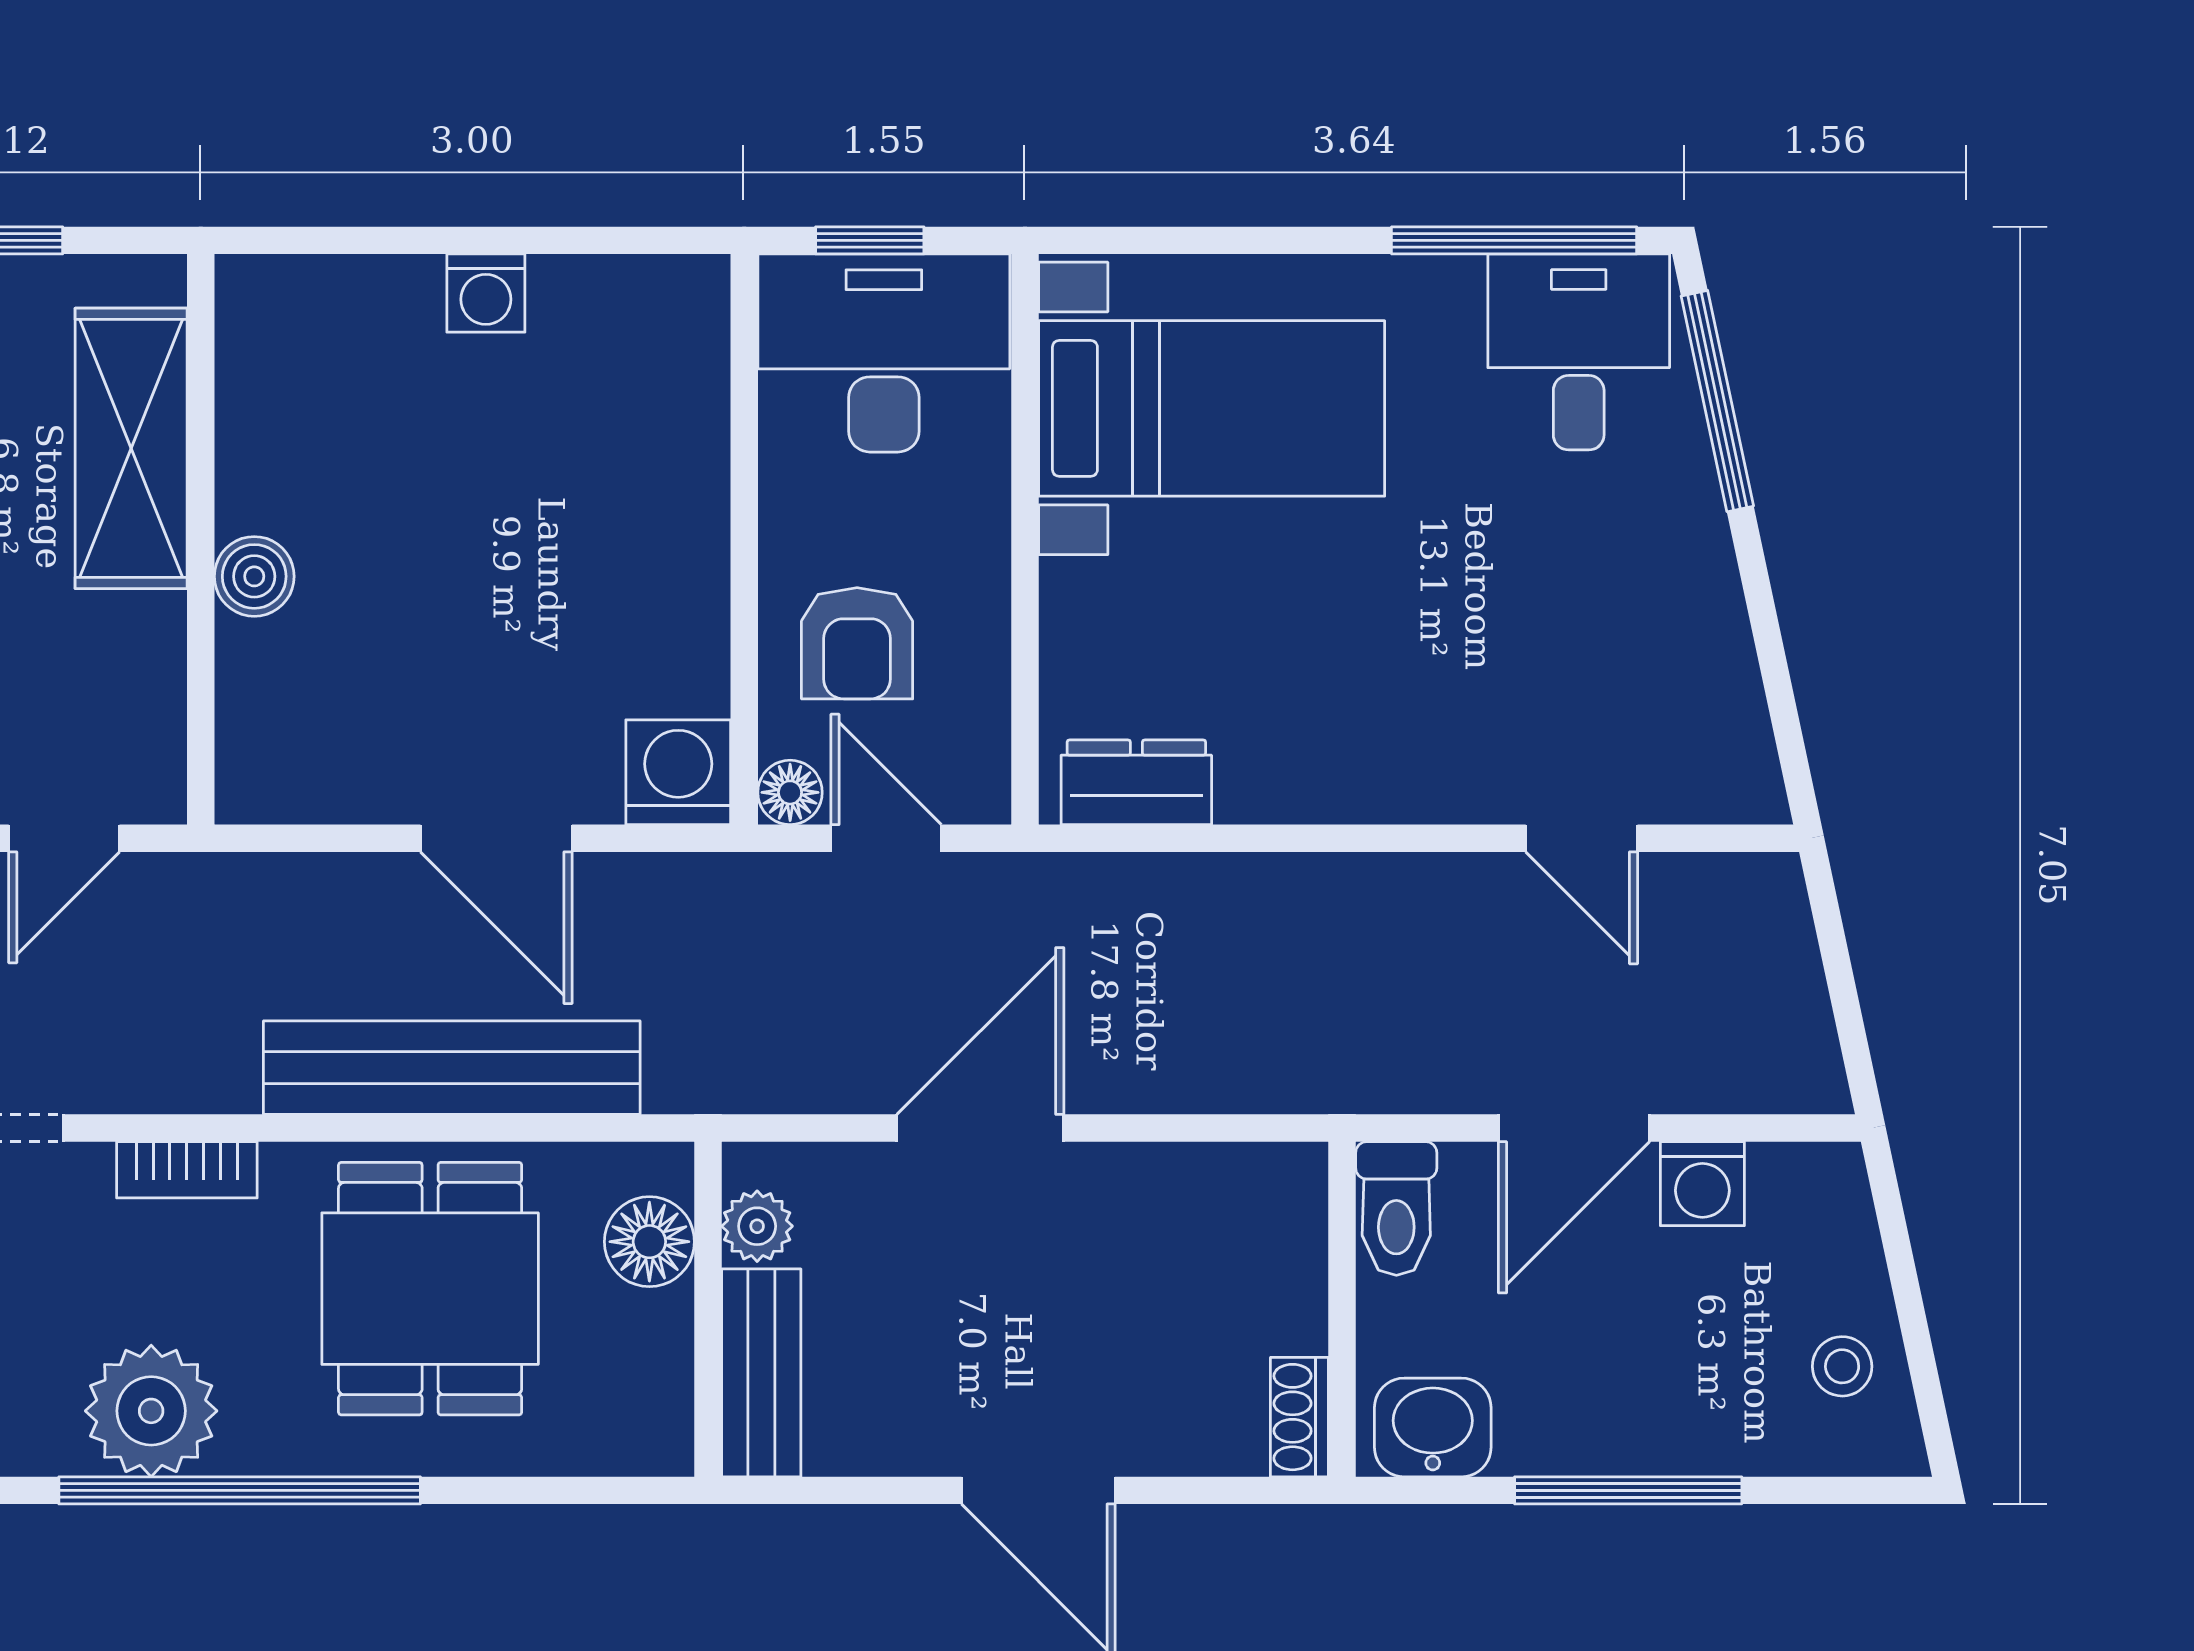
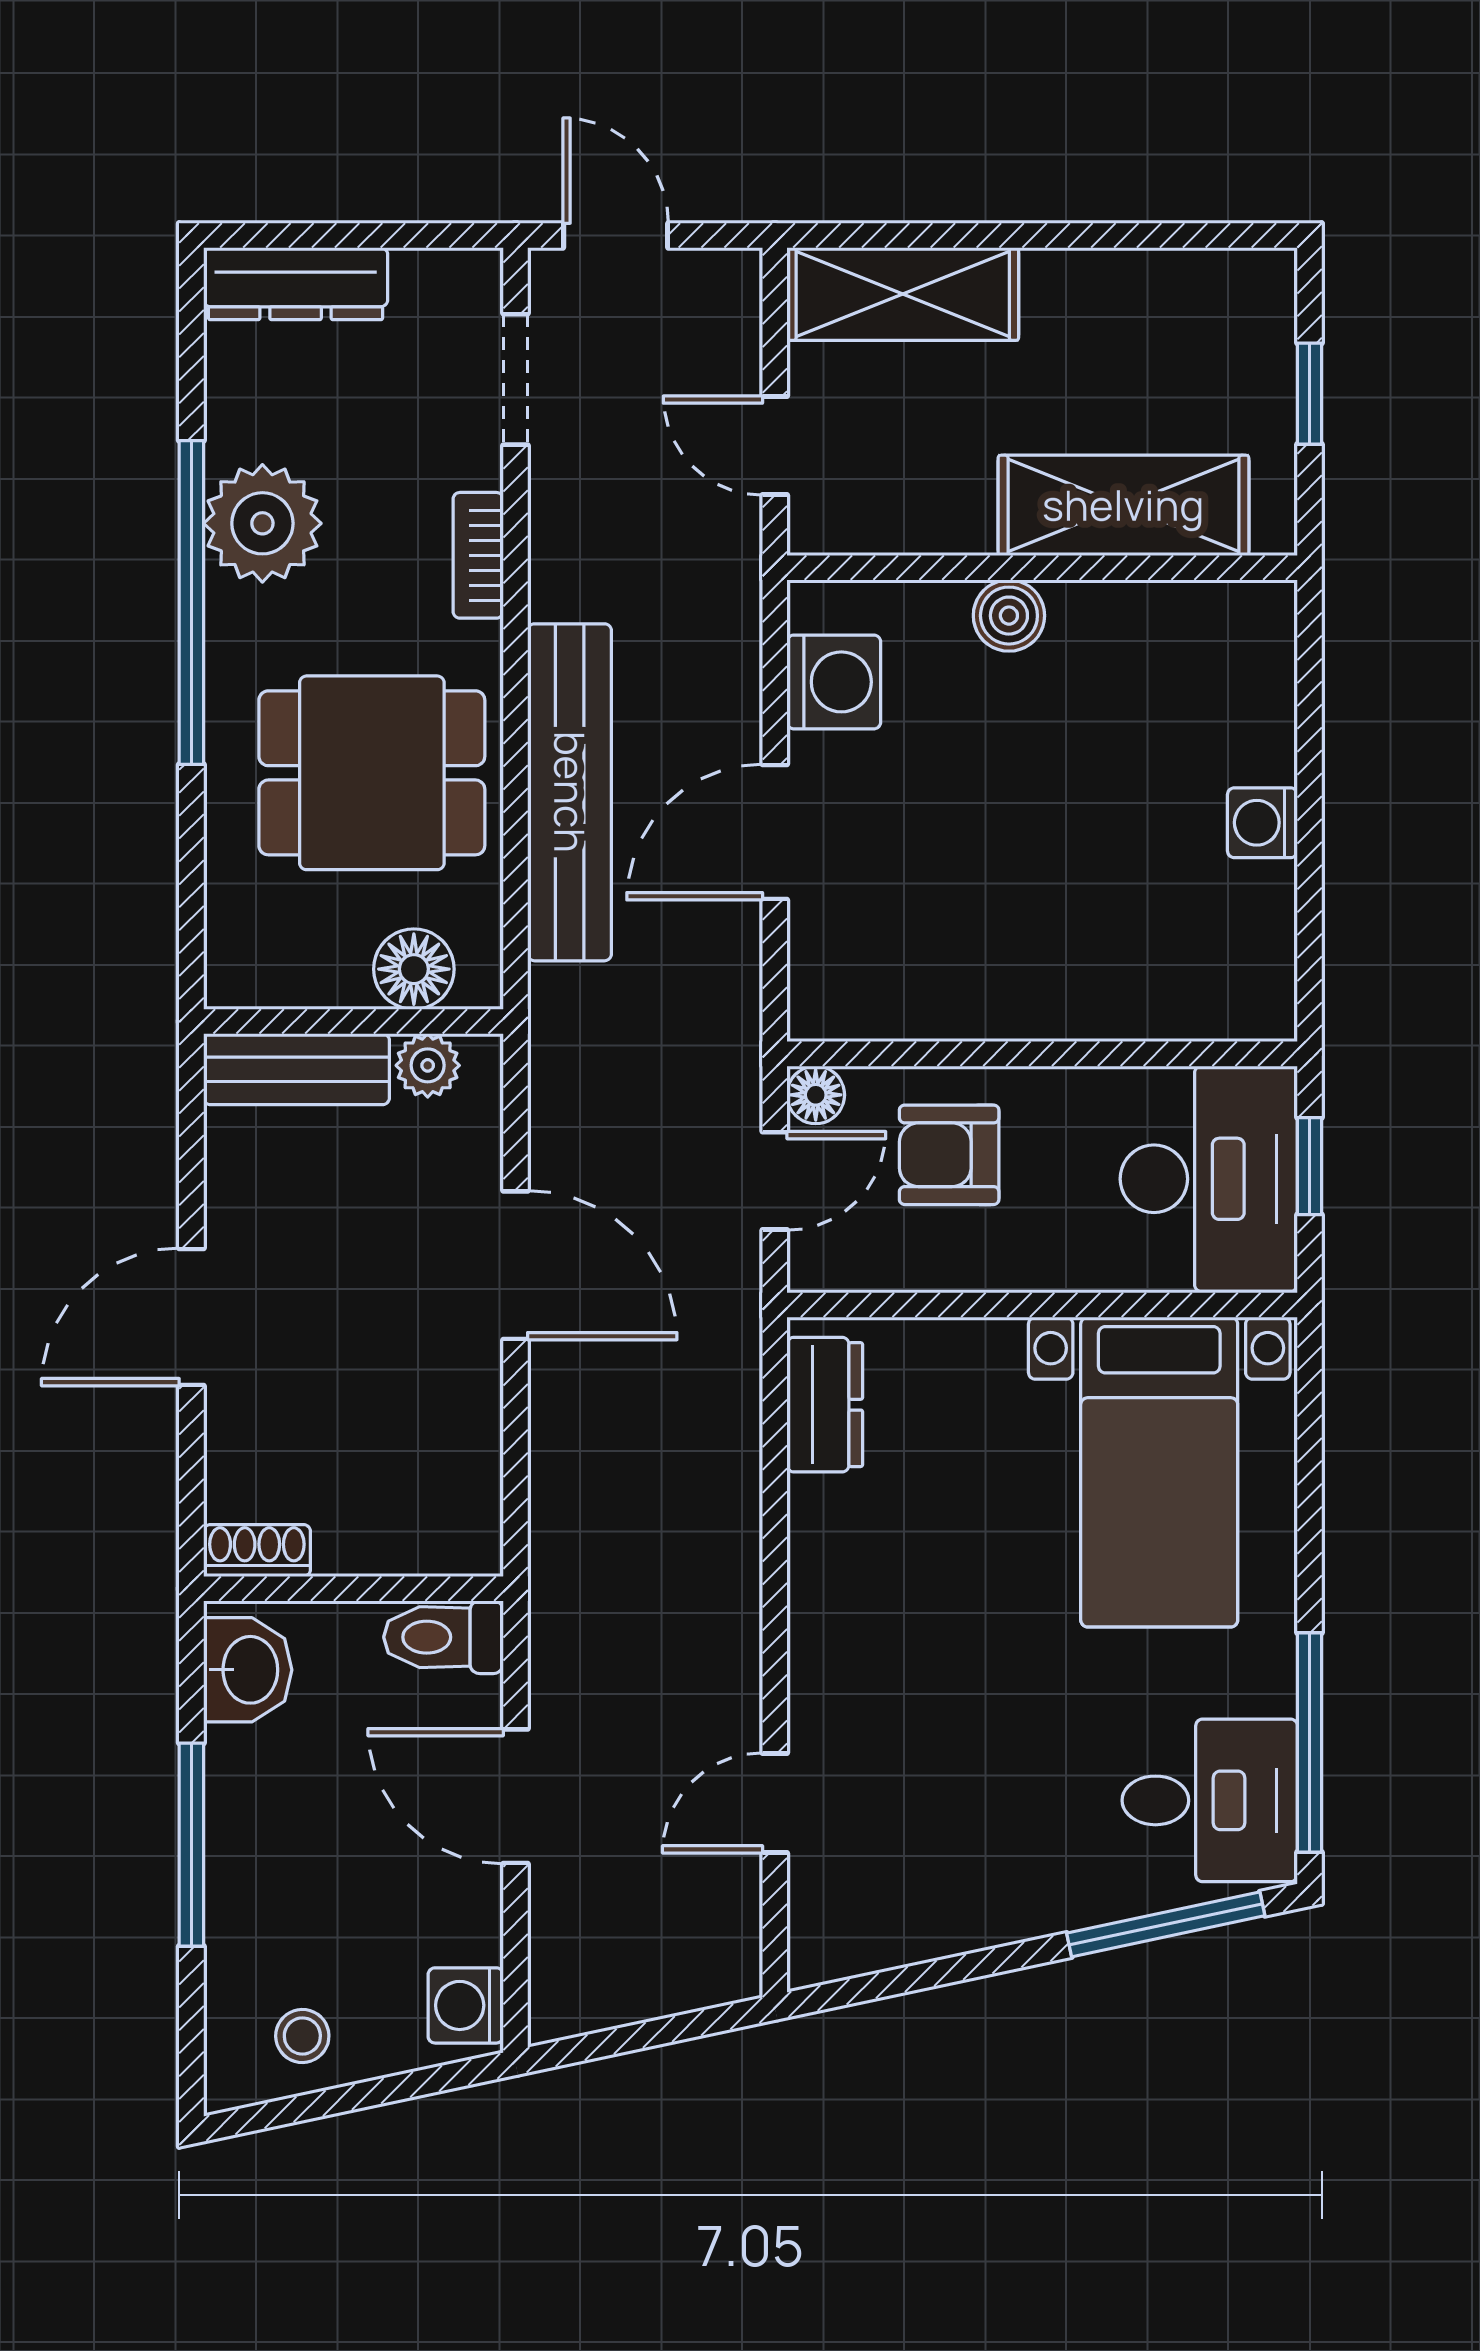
washing machine: (678, 772) -> (834, 682), moved
washing machine: (1702, 1184) -> (466, 2005), moved

